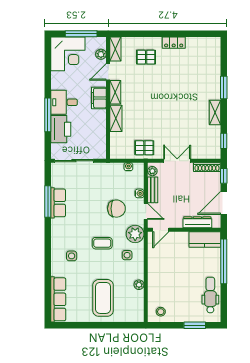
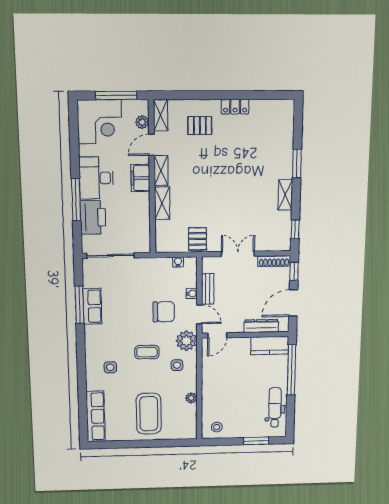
desk: (64, 102) -> (96, 178), width x1.37
pallet: (144, 148) -> (198, 239), turned 90
plant: (152, 171) -> (207, 267), removed

